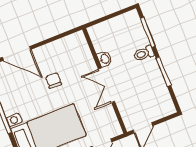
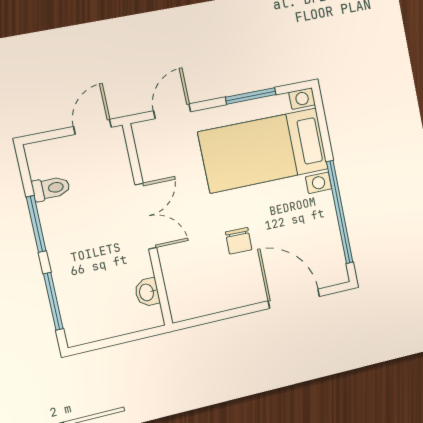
toilet: (144, 53) -> (51, 188), moved
washbasin: (105, 59) -> (147, 292), moved

